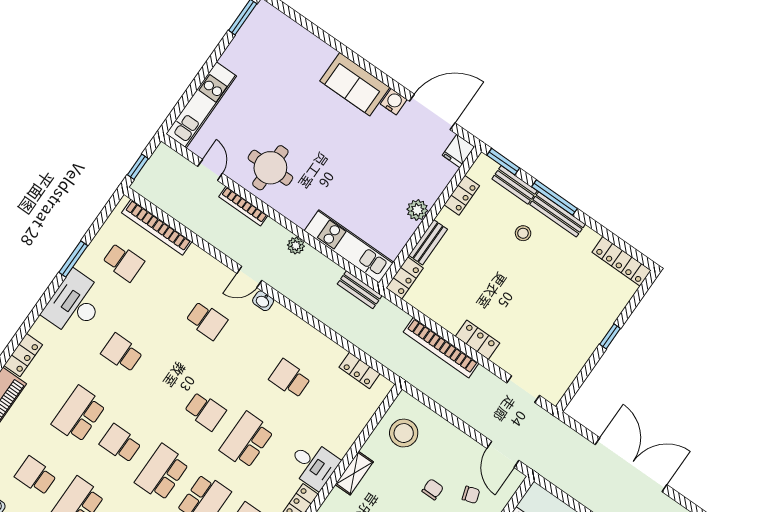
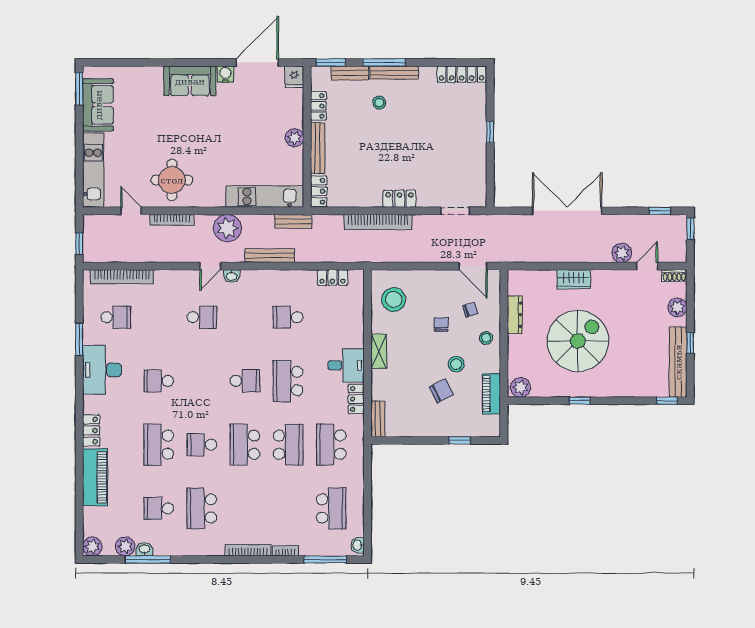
sofa: (250, 45) -> (98, 105), added
bench: (428, 242) -> (318, 148), width x1.36
plant: (296, 246) -> (227, 228), width x1.87, depth x1.87
bench: (314, 307) -> (270, 256), added

